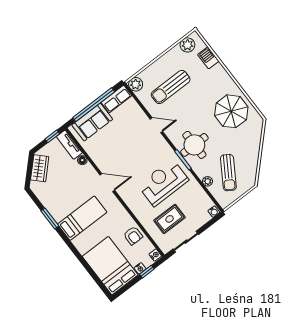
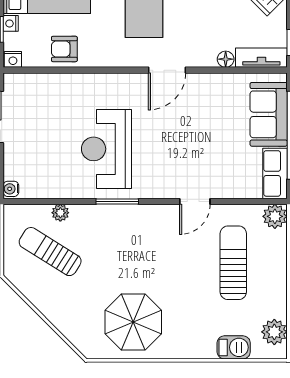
round table: (194, 145) -> (126, 234), removed
reception desk: (163, 183) -> (107, 149), turned 180
rug: (170, 219) -> (48, 119), removed

